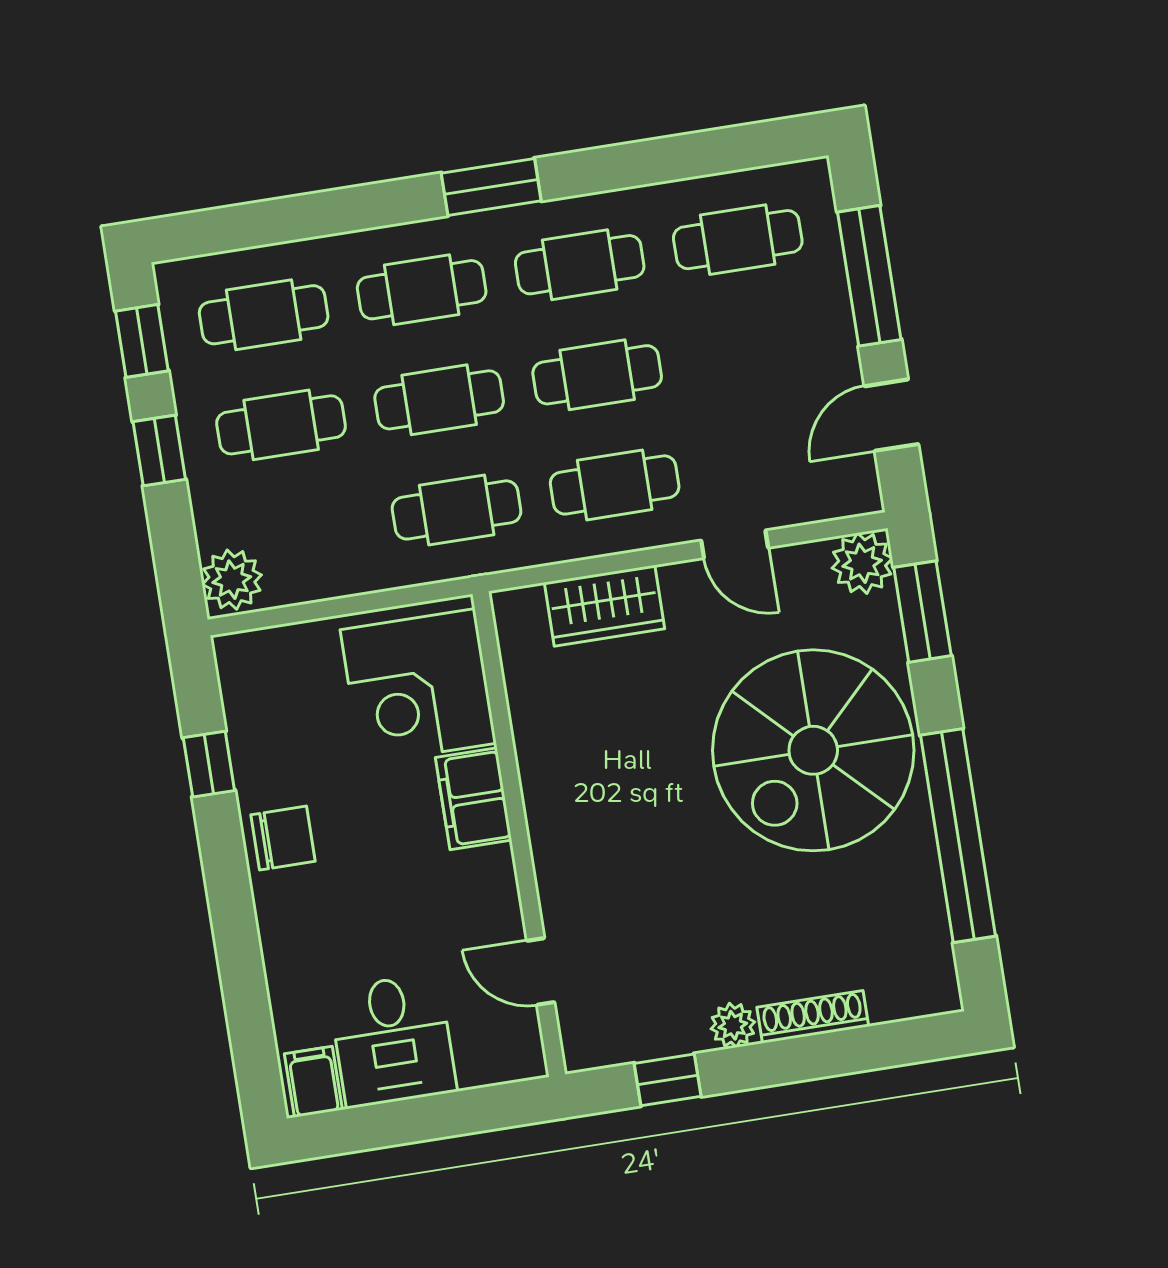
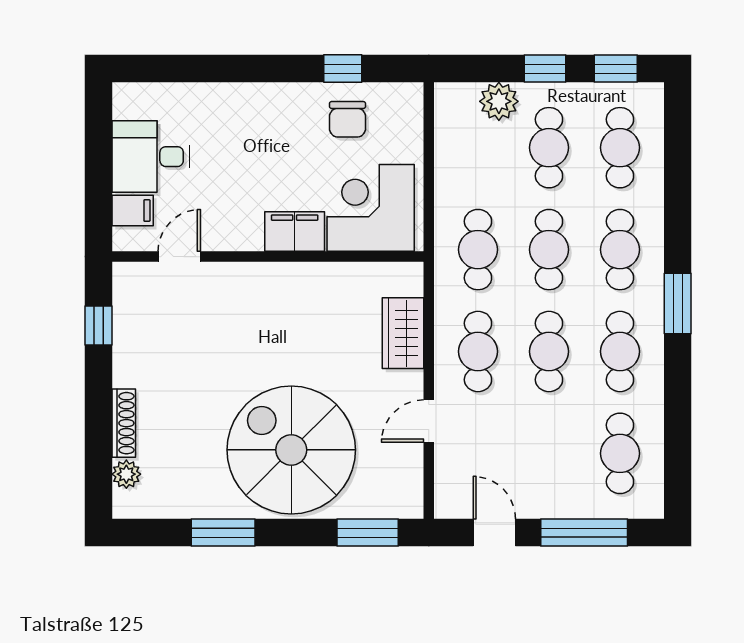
plant: (862, 563) -> (404, 499), removed
plant: (232, 580) -> (499, 101), moved
window: (958, 836) -> (223, 533), width x0.47
chair: (283, 838) -> (347, 119), moved
plant: (733, 1025) -> (126, 474), moved
filing cabinet: (313, 1082) -> (133, 211), moved

